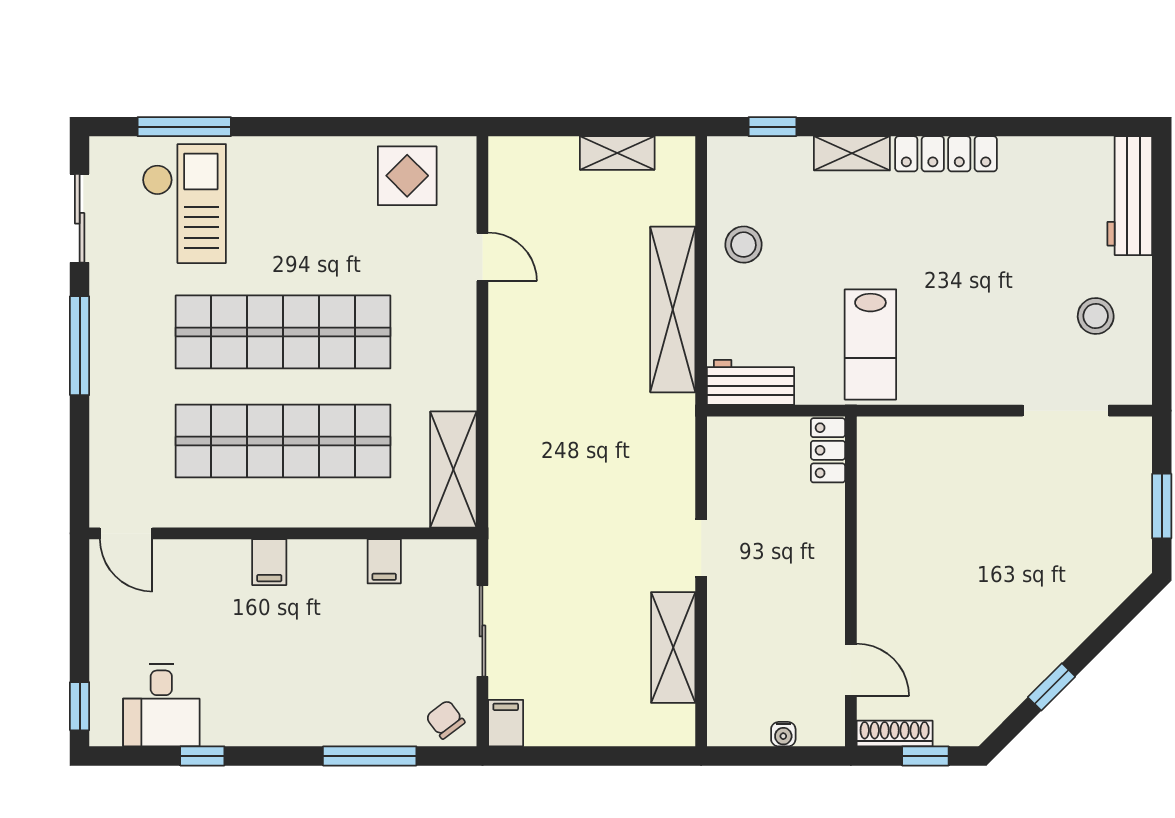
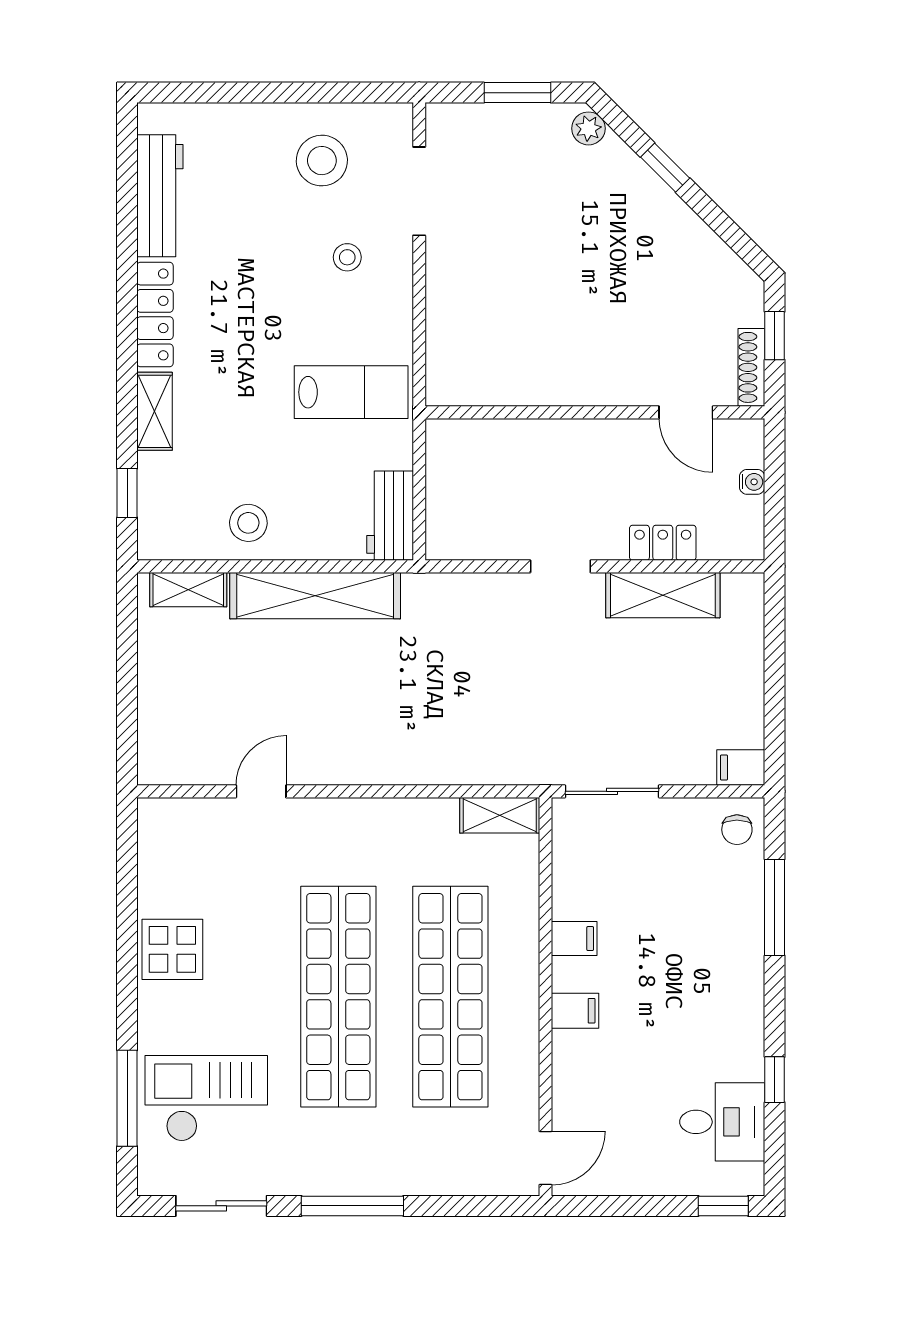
shelving: (617, 153) -> (188, 590), moved, turned 90
display table: (407, 176) -> (172, 949), moved
workbench: (1130, 196) -> (160, 196), moved, turned -90
stool: (1096, 316) -> (322, 161), width x1.38, depth x1.38
stool: (1002, 341) -> (347, 257), added
locker: (828, 450) -> (663, 543), moved, turned 180
shelving: (453, 470) -> (500, 815), width x0.67, depth x0.75
filing cabinet: (384, 561) -> (574, 939), moved
plant: (1127, 575) -> (588, 128), added
sliding door: (482, 631) -> (612, 791), moved
door: (851, 670) -> (686, 412), swing flipped
window: (1052, 687) -> (665, 168), moved
chair: (445, 719) -> (737, 830), turned -53

